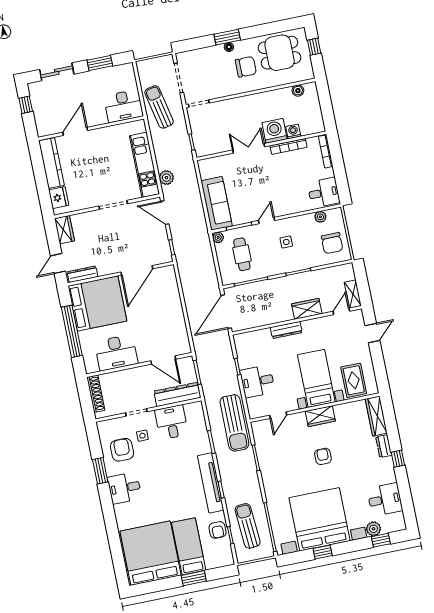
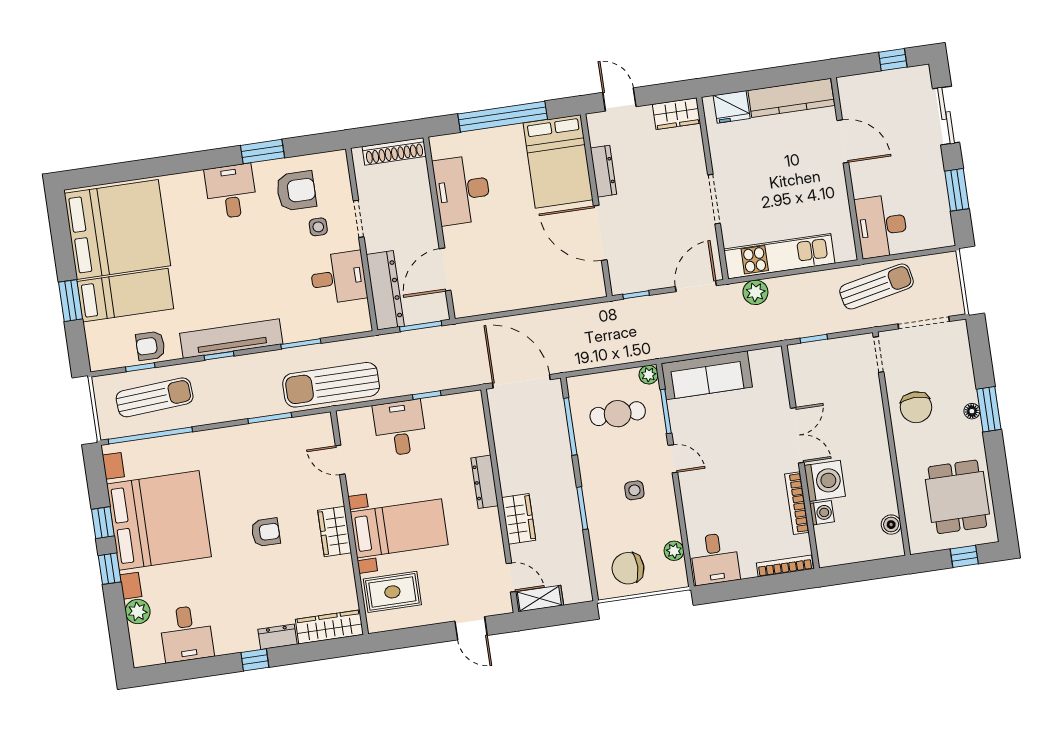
chair: (246, 67) -> (916, 407), moved
dresser: (82, 274) -> (603, 171), moved
bed: (97, 303) -> (558, 161), width x0.73
window: (381, 540) -> (110, 569), moved

